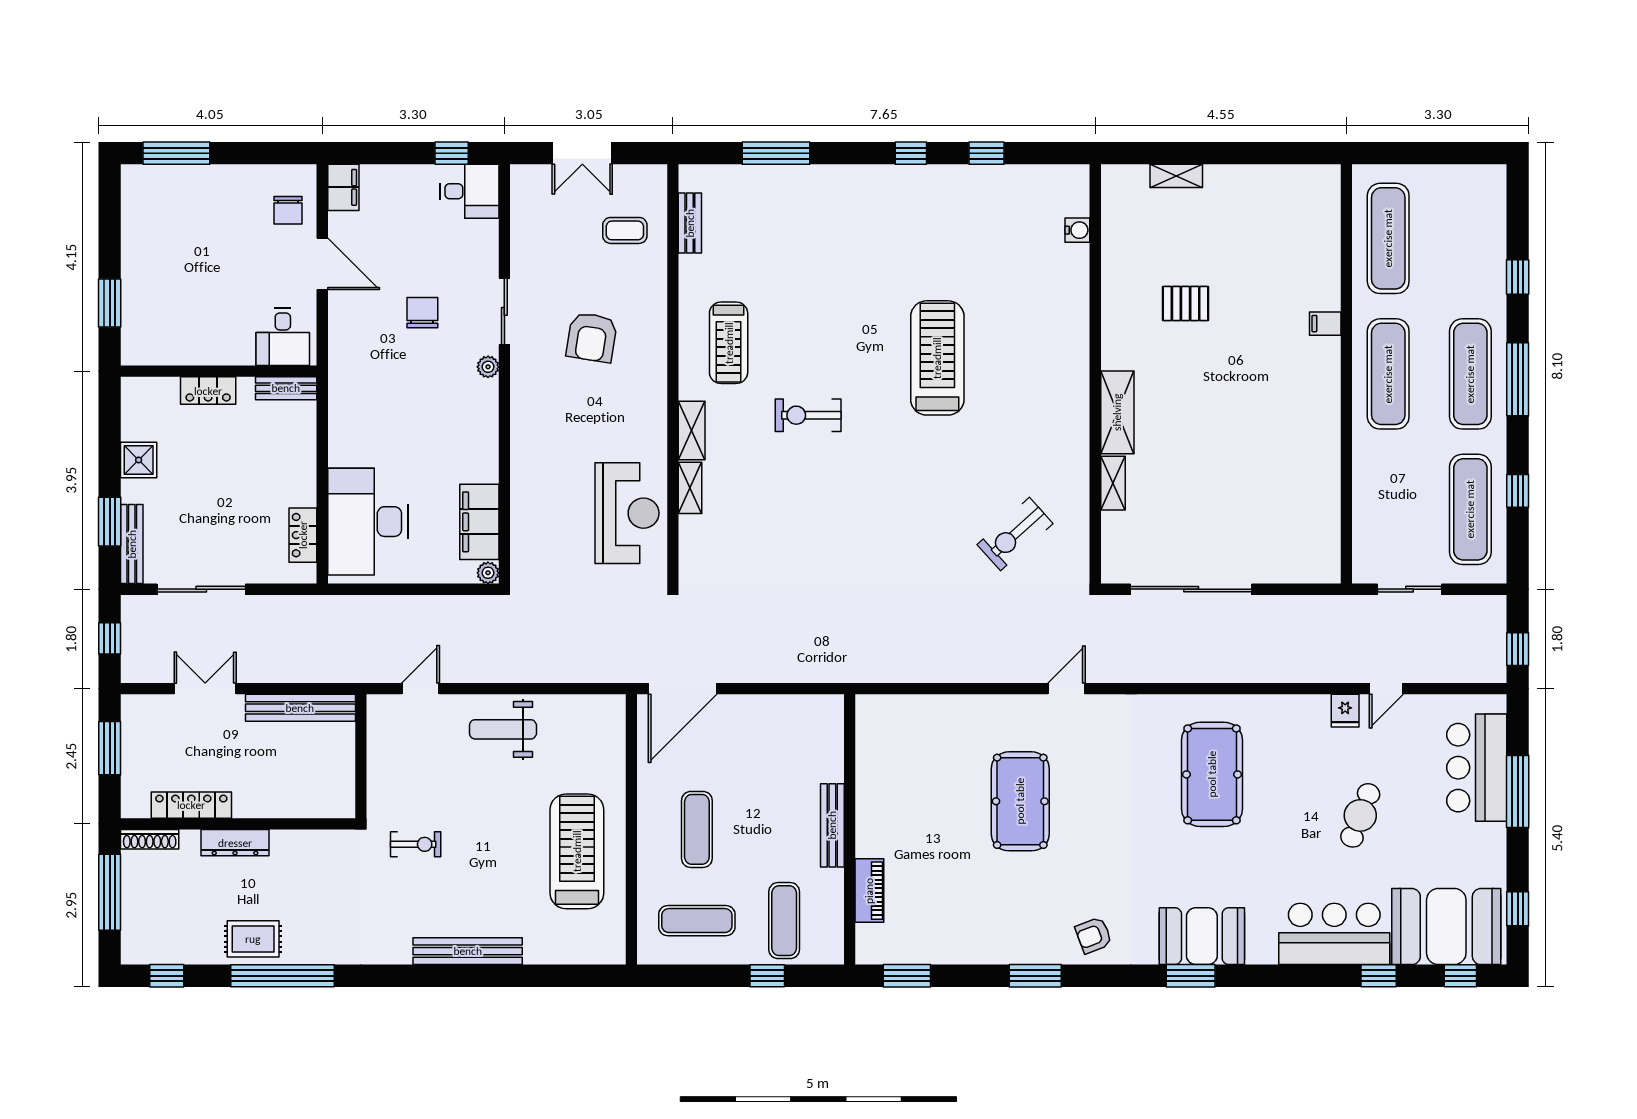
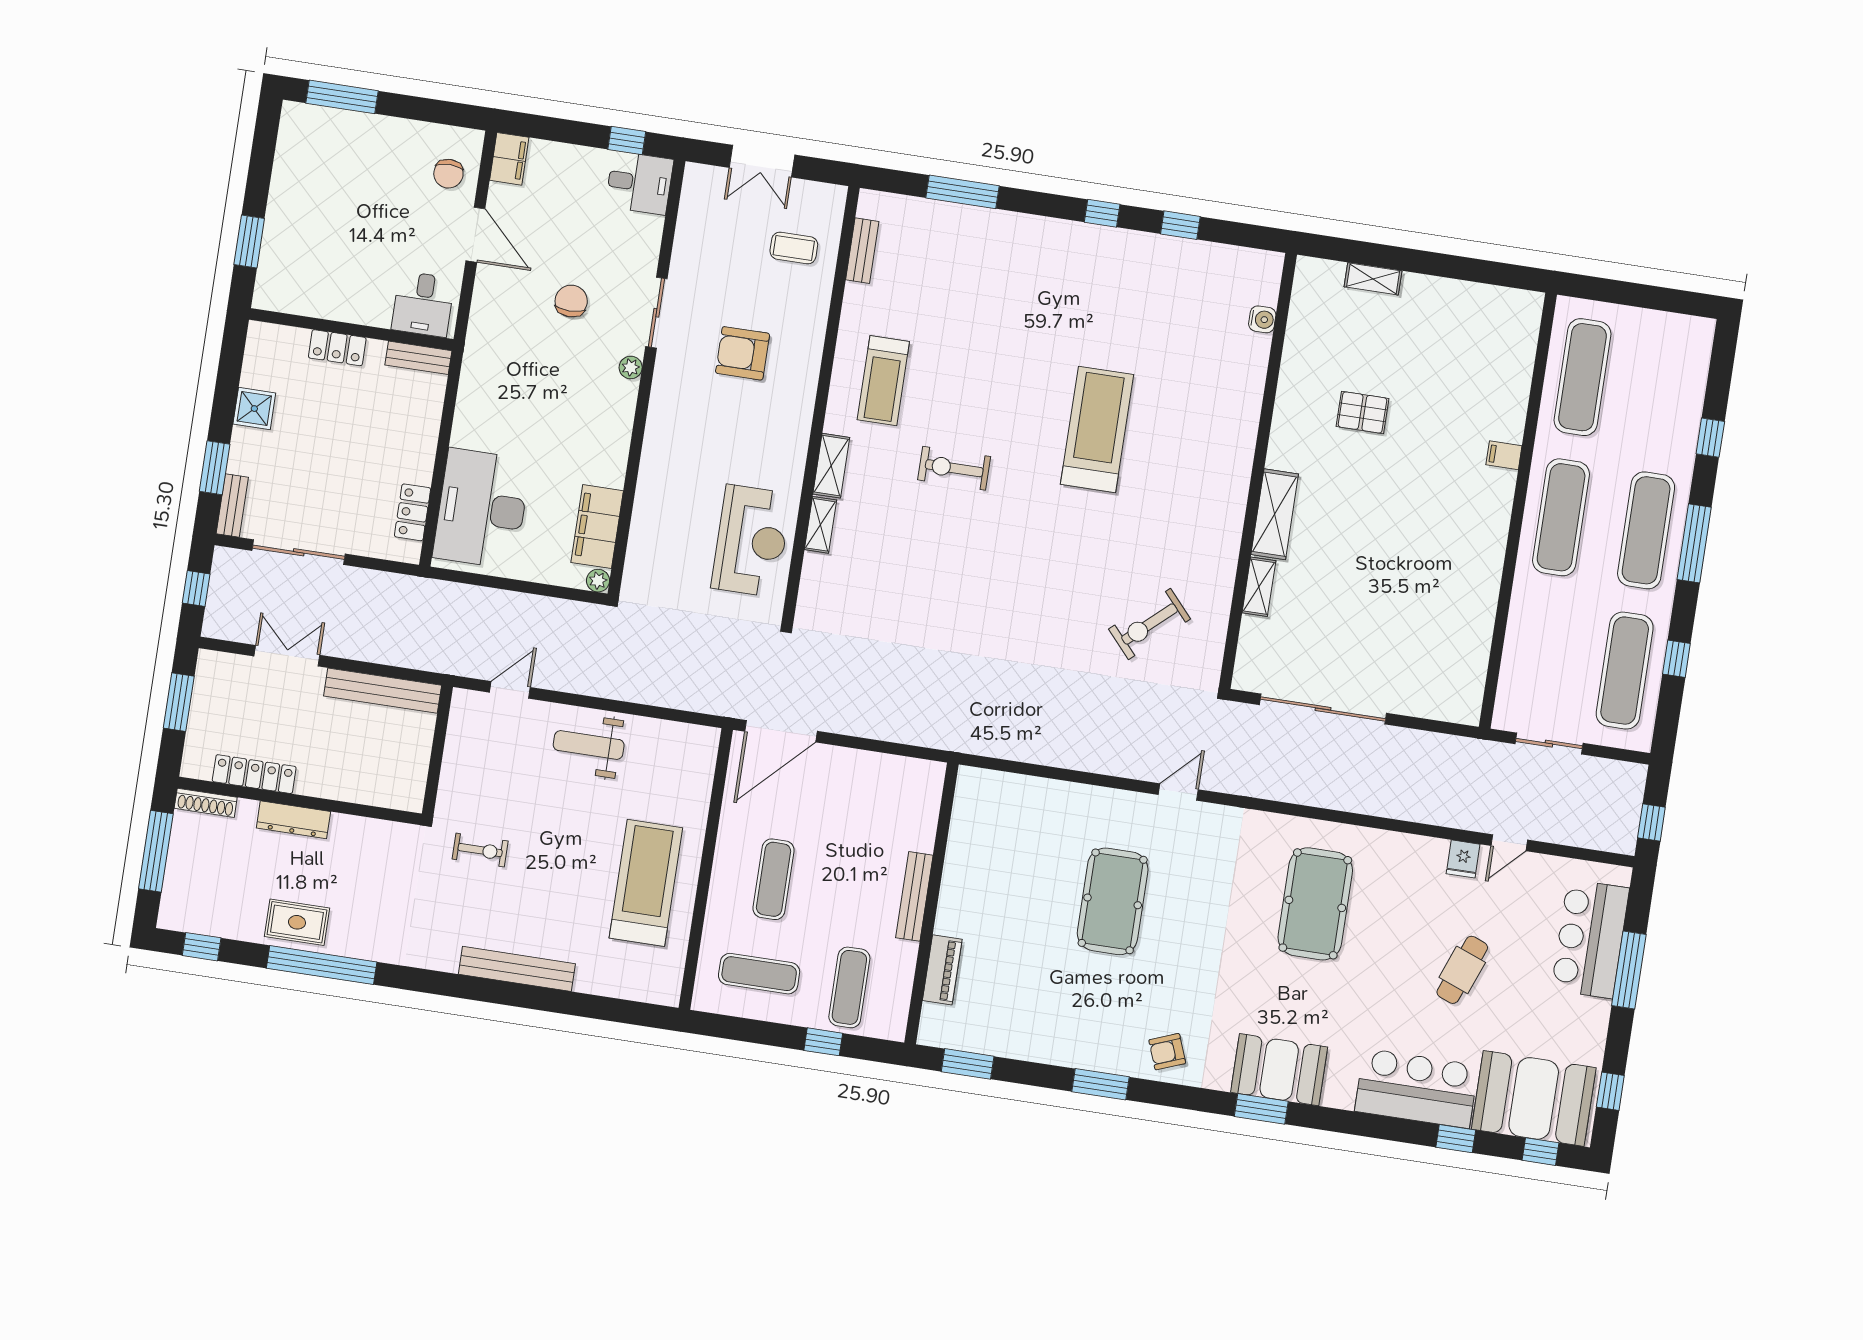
armchair: (592, 337) -> (743, 353), turned 81
bench: (132, 544) -> (232, 505), width x0.73

